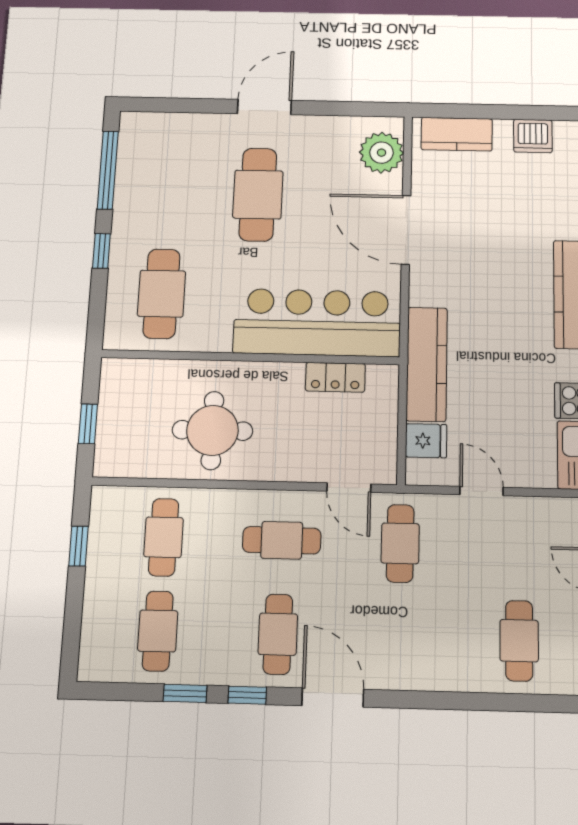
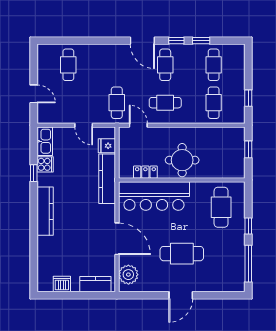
cafe table: (258, 194) -> (182, 254), turned 90
round table: (212, 430) -> (182, 160), moved

